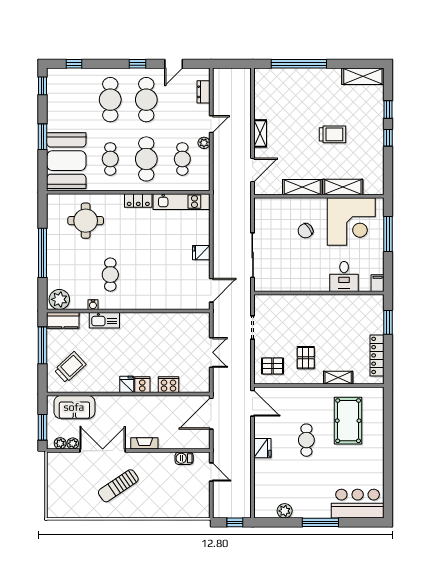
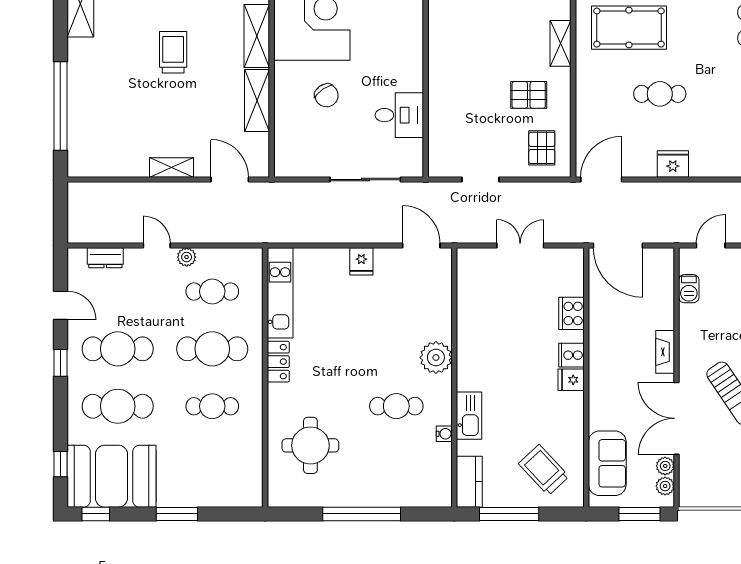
booth: (66, 161) -> (111, 476), moved
desk: (344, 276) -> (399, 115), moved
plant: (59, 299) -> (436, 358), moved

